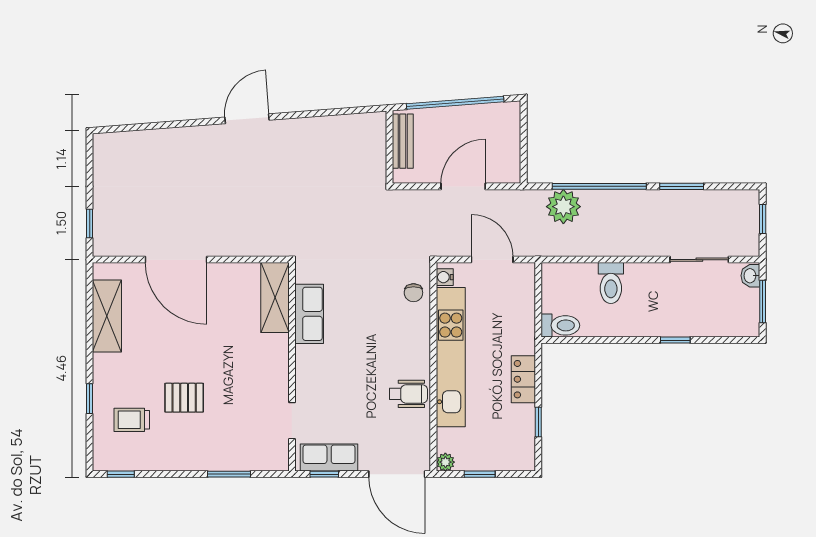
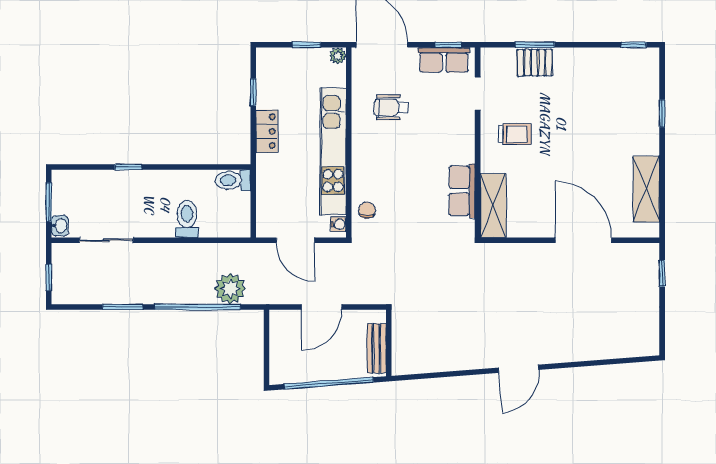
wheelchair: (408, 394) -> (391, 107), moved
pallet: (184, 398) -> (535, 63), moved
trolley: (132, 420) -> (515, 134), moved

